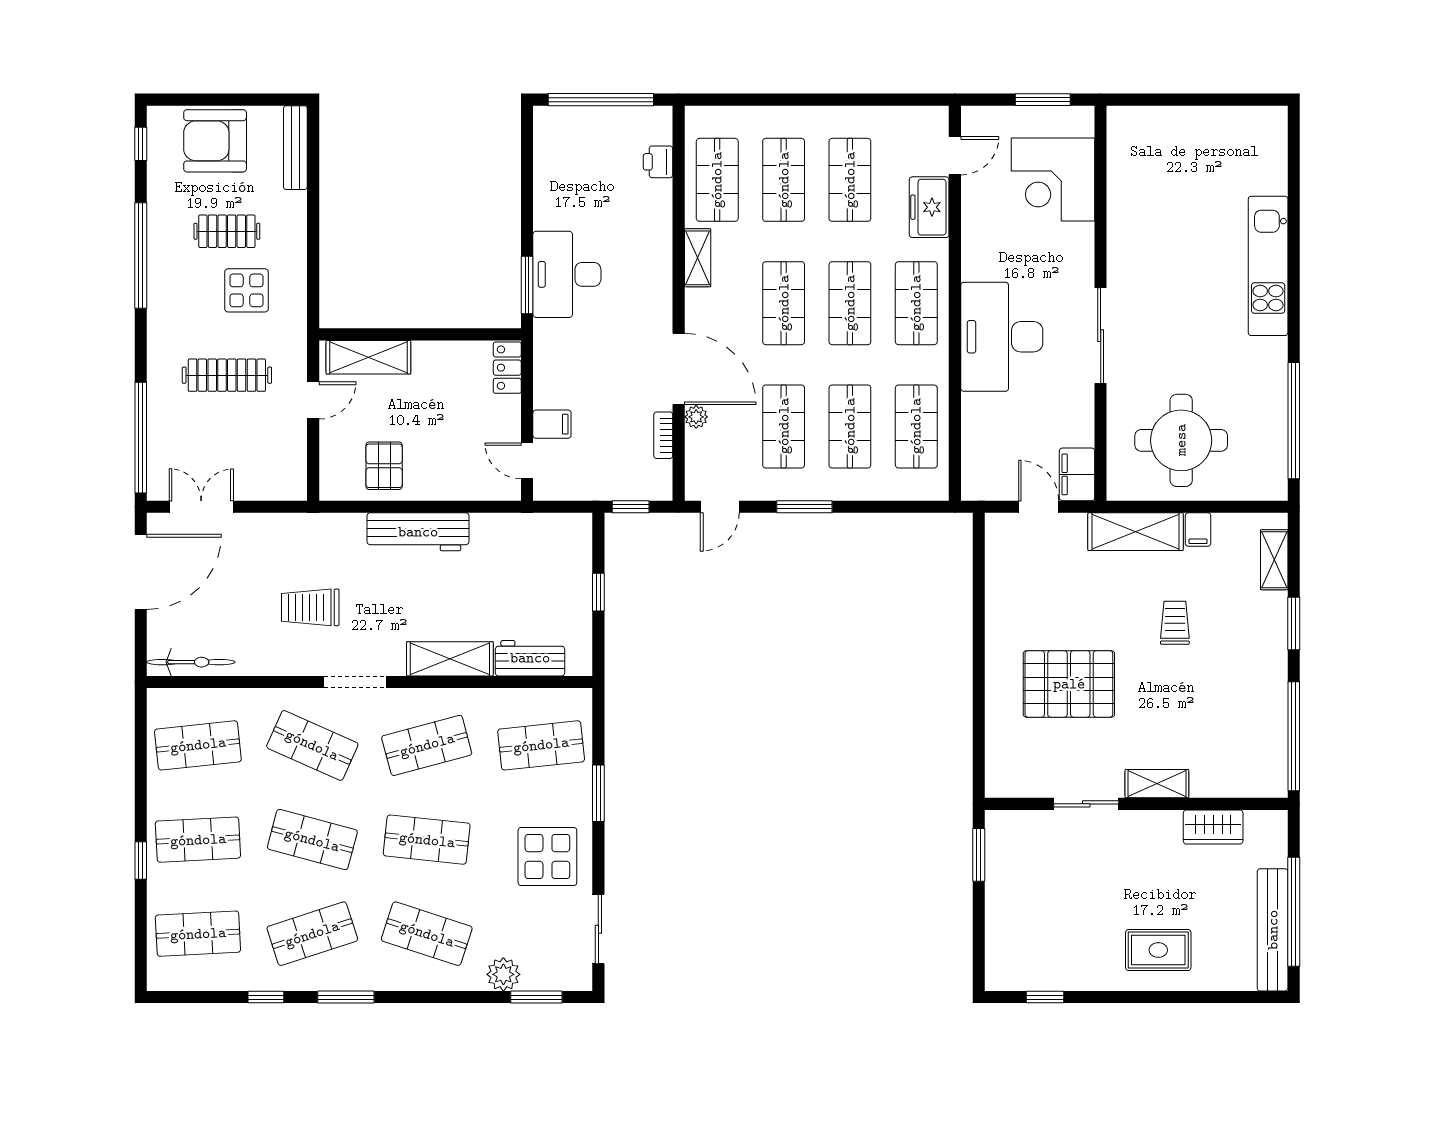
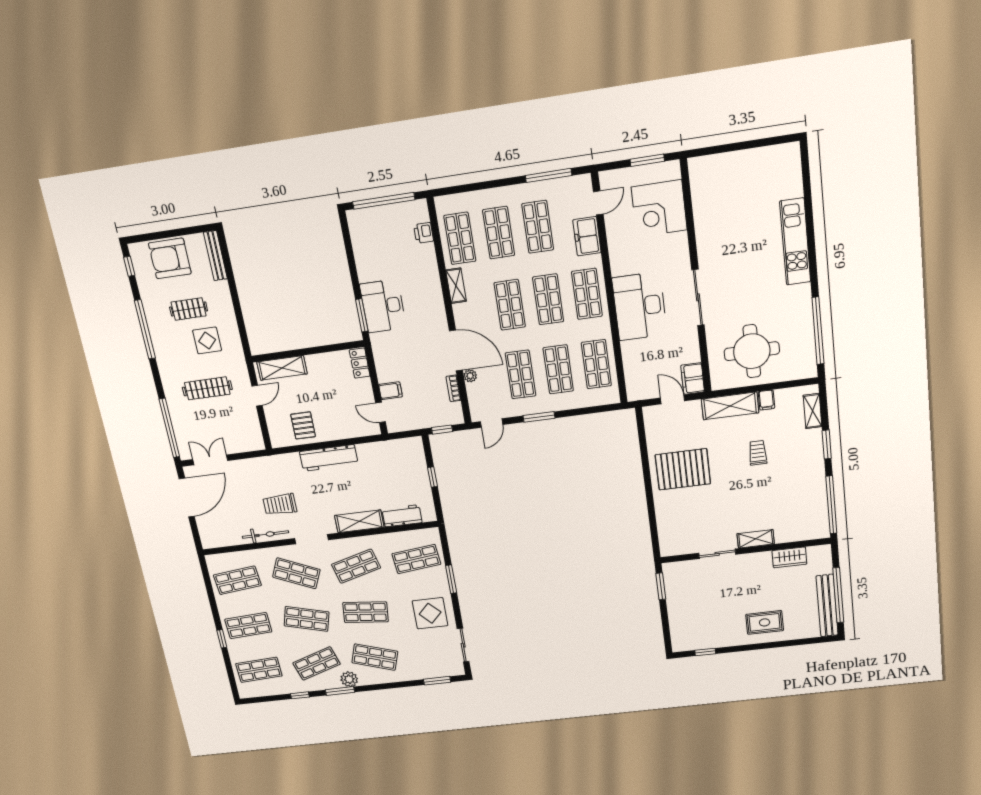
window: (880, 100) -> (549, 175), added
bicycle: (191, 662) -> (265, 535), moved
pallet: (1069, 684) -> (683, 469), moved
plant: (503, 974) -> (349, 679), moved

